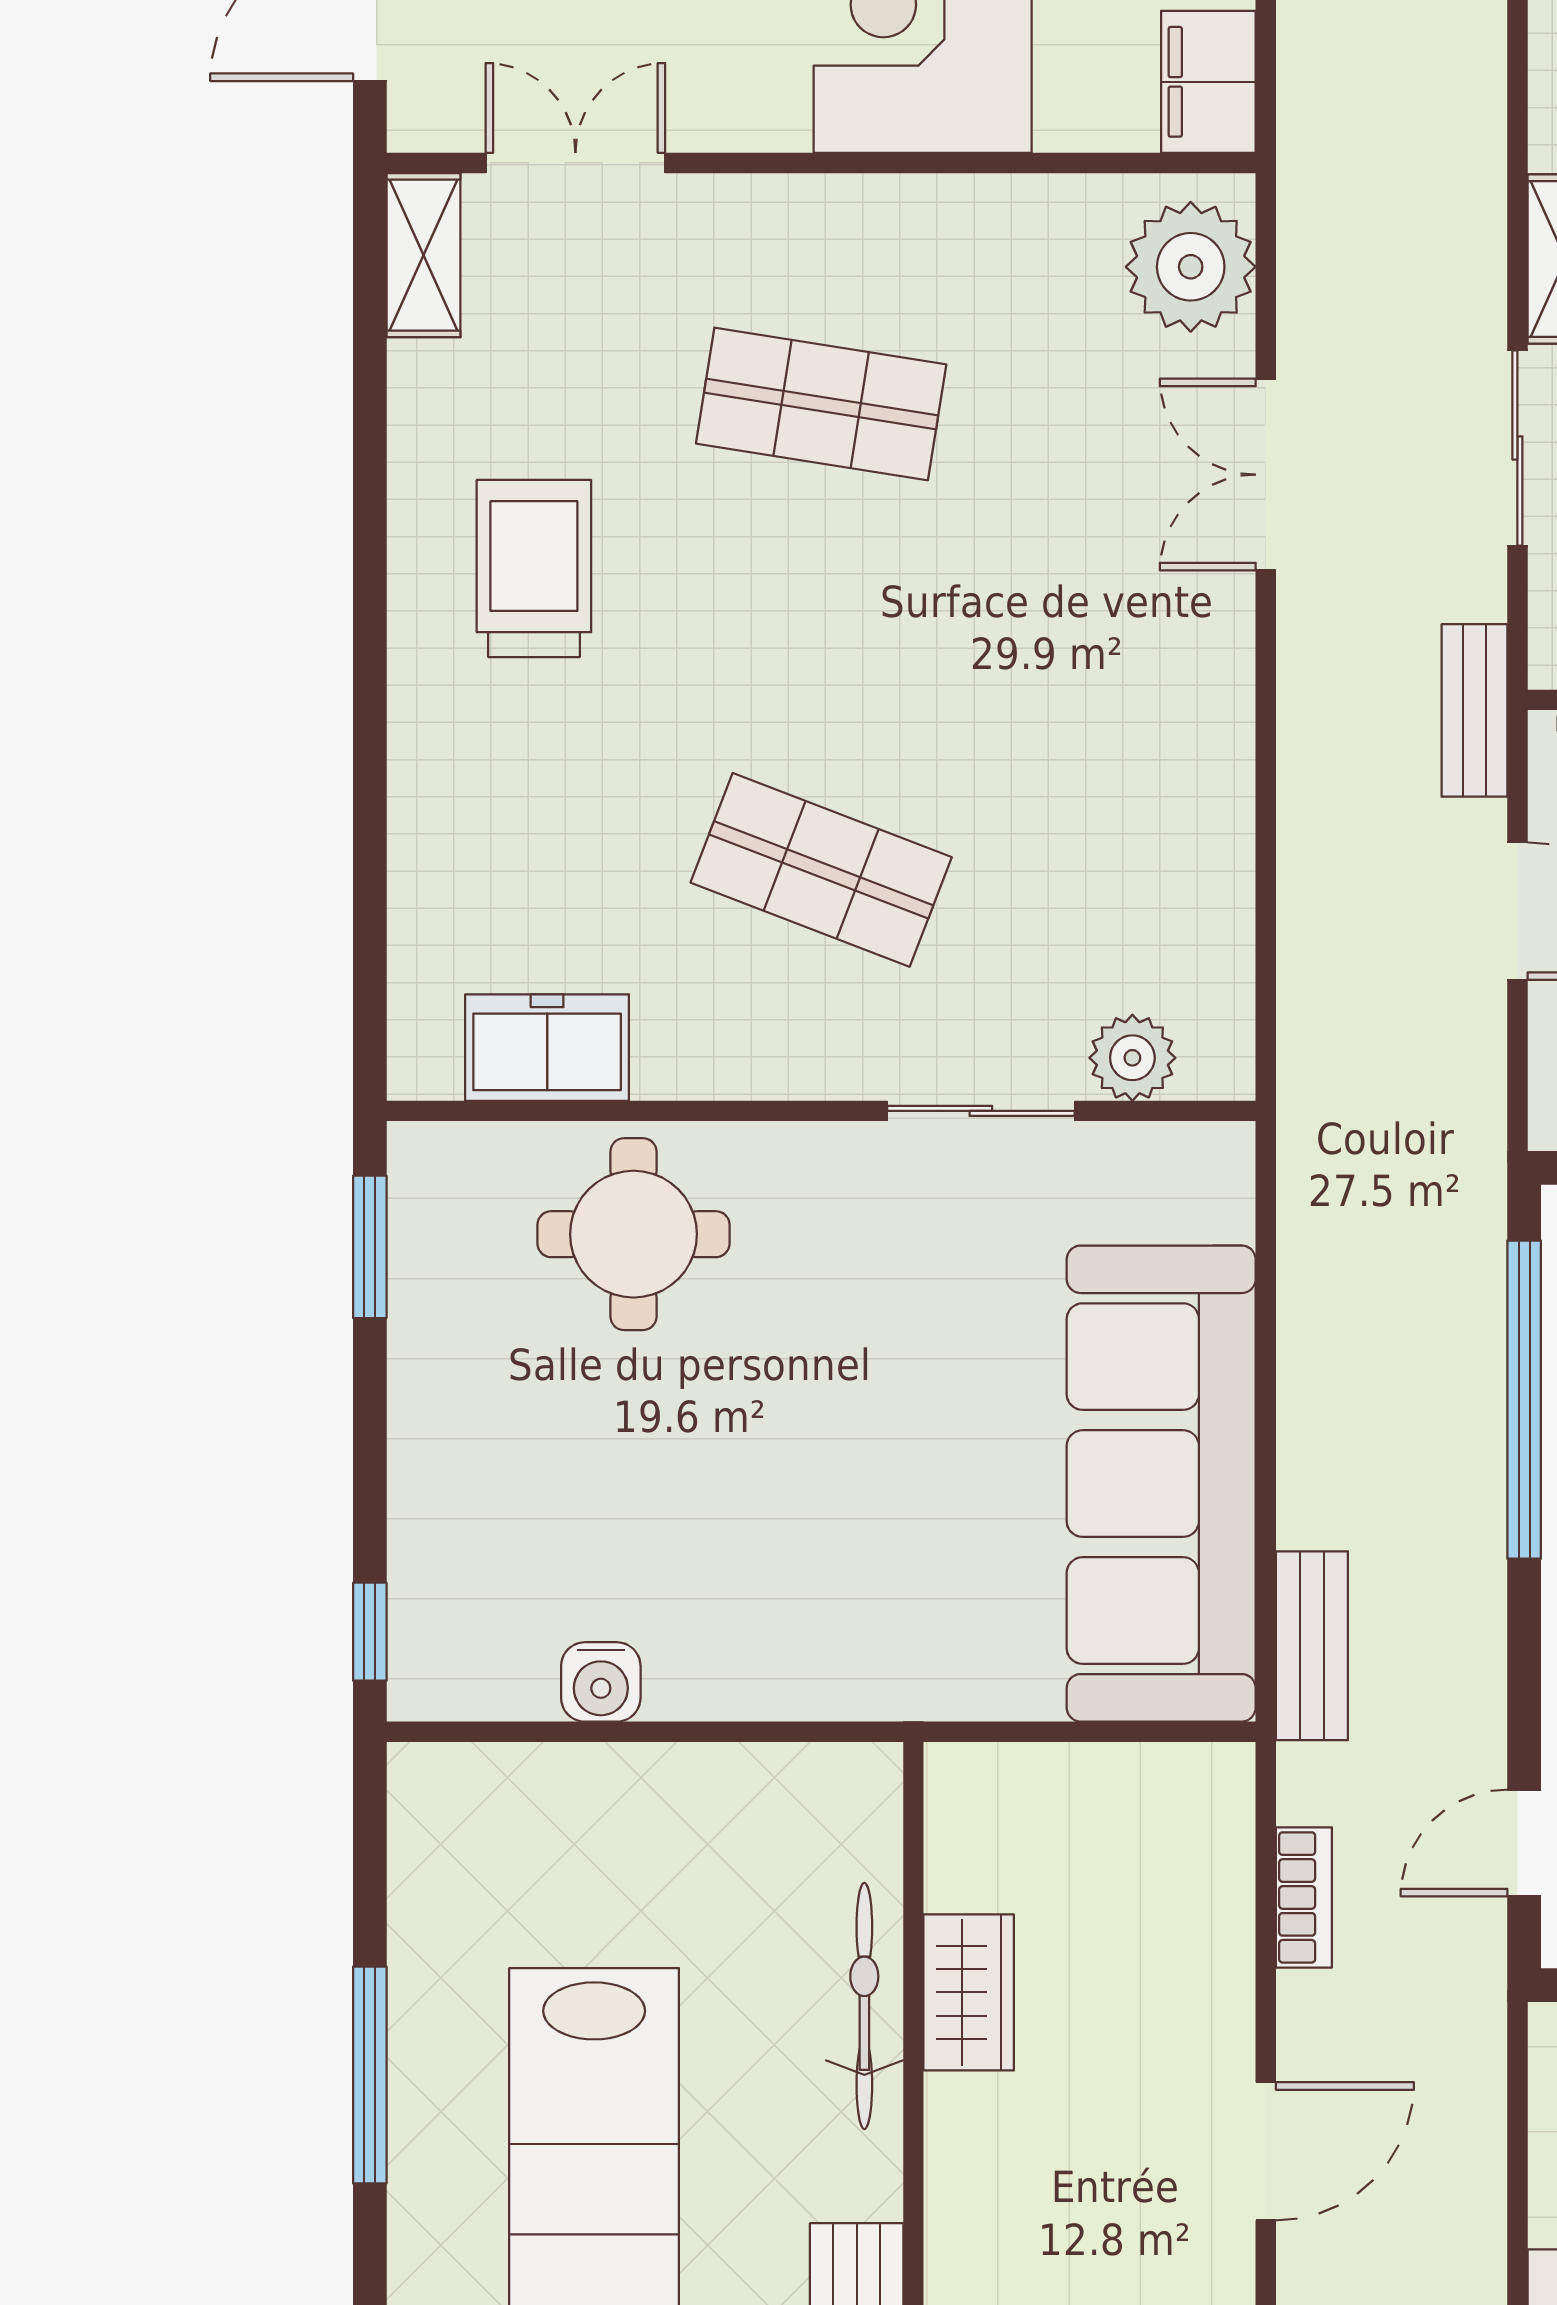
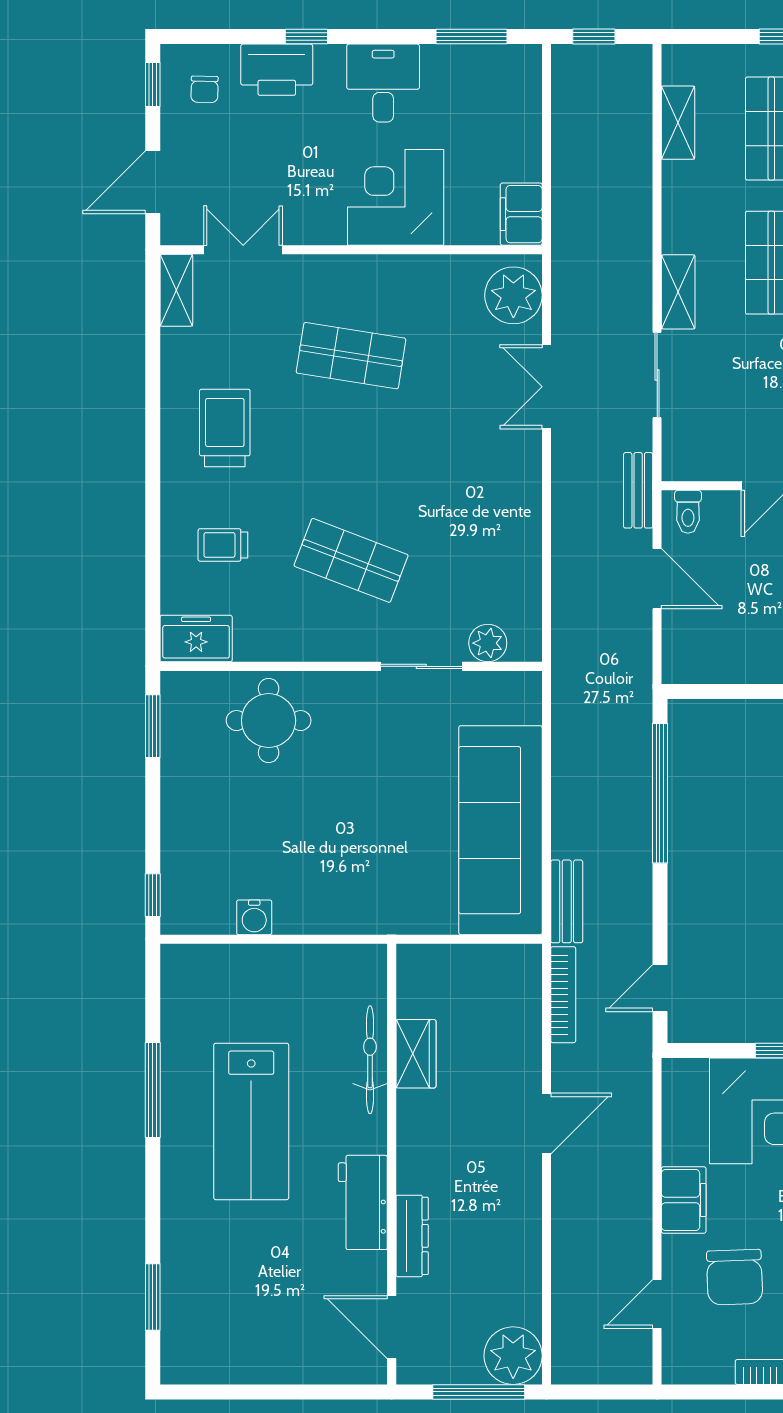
trolley: (530, 835) -> (223, 545), added
freezer: (547, 1048) -> (196, 639), moved
bookcase: (1304, 1897) -> (563, 995), width x1.56

